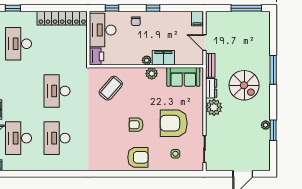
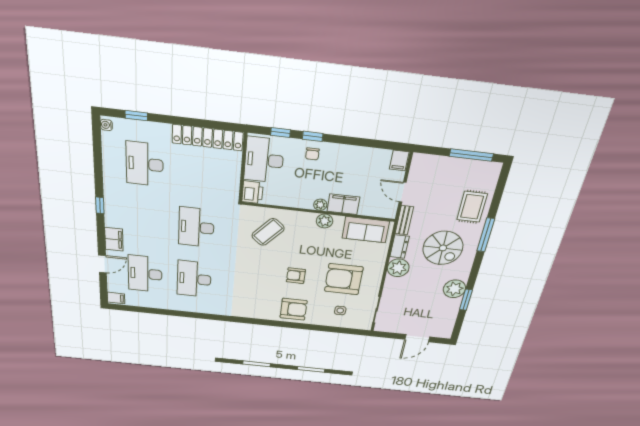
window: (153, 8) -> (313, 136), moved
rug: (257, 48) -> (472, 207), added
plant: (266, 125) -> (454, 289), width x1.88, depth x1.88

